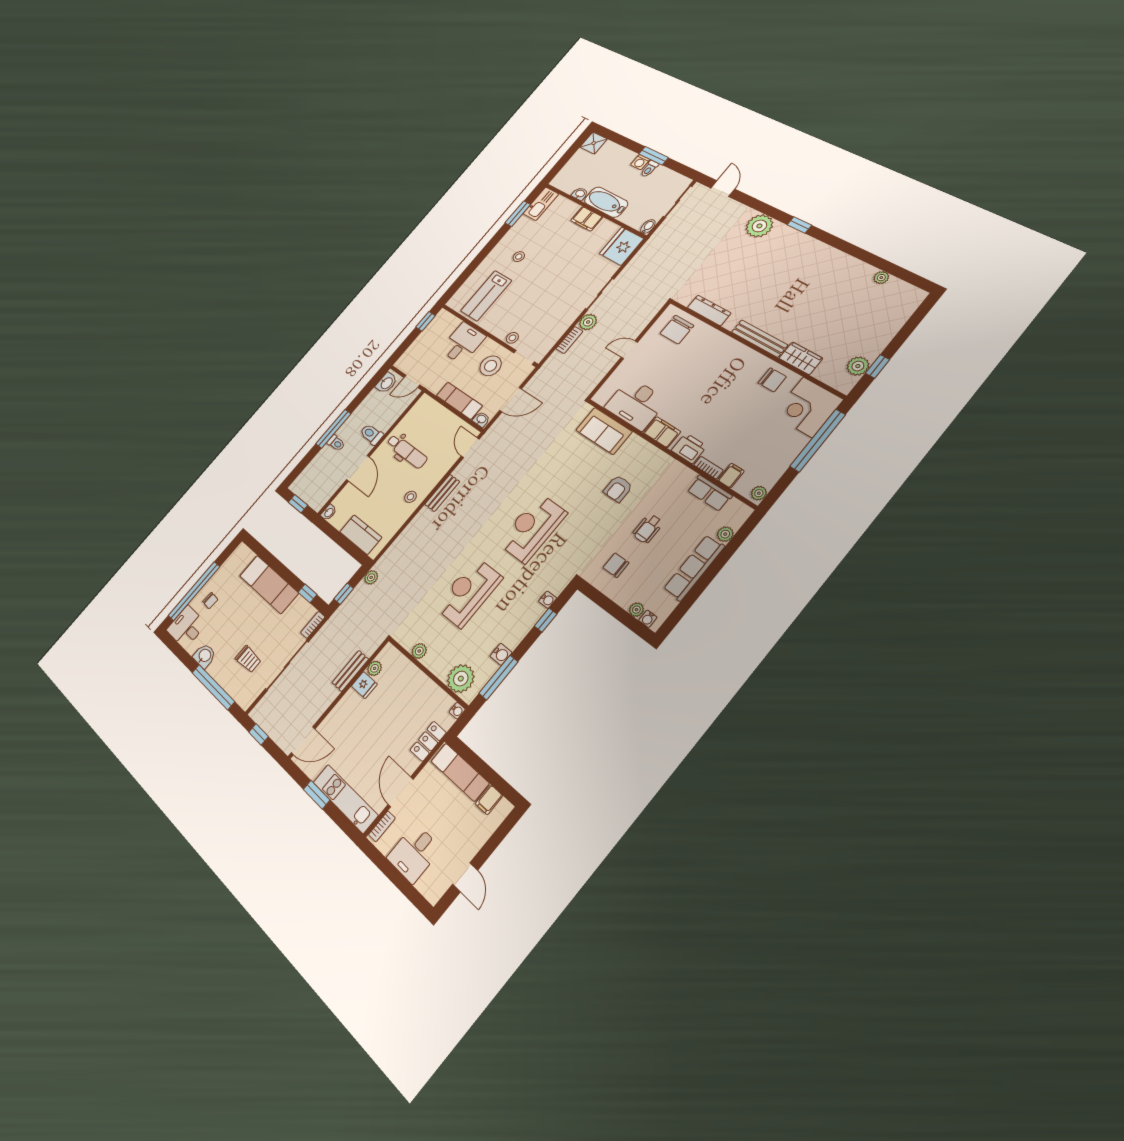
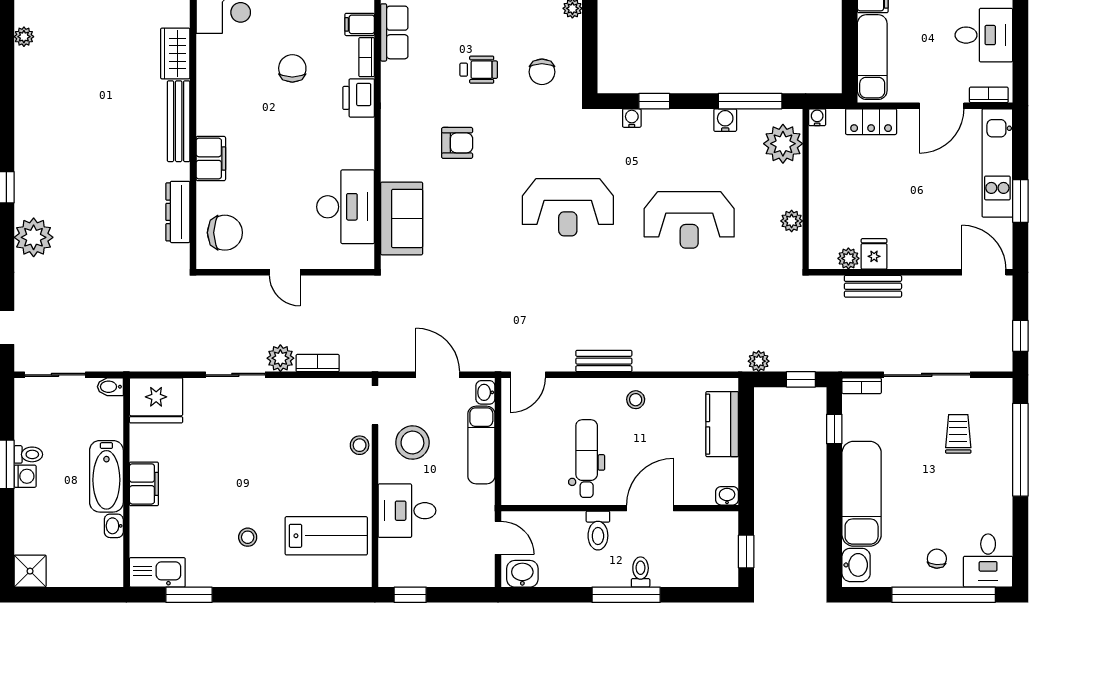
chair: (772, 380) -> (292, 68), moved
filing cabinet: (662, 432) -> (211, 159), moved, turned 180
washbasin: (204, 656) -> (856, 565), moved, turned 180

